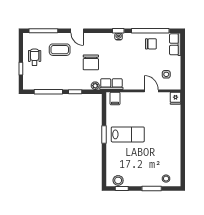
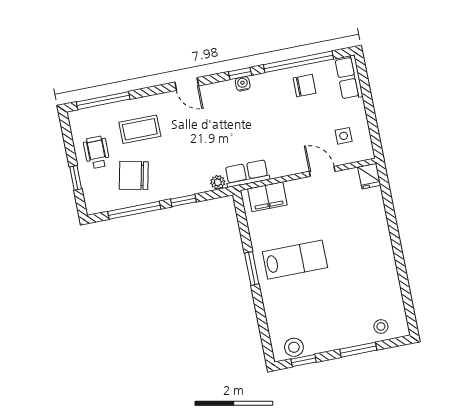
door: (77, 31) -> (187, 84), moved
chair: (91, 62) -> (134, 175), moved, turned 102
filing cabinet: (115, 98) -> (267, 197), width x2.00

